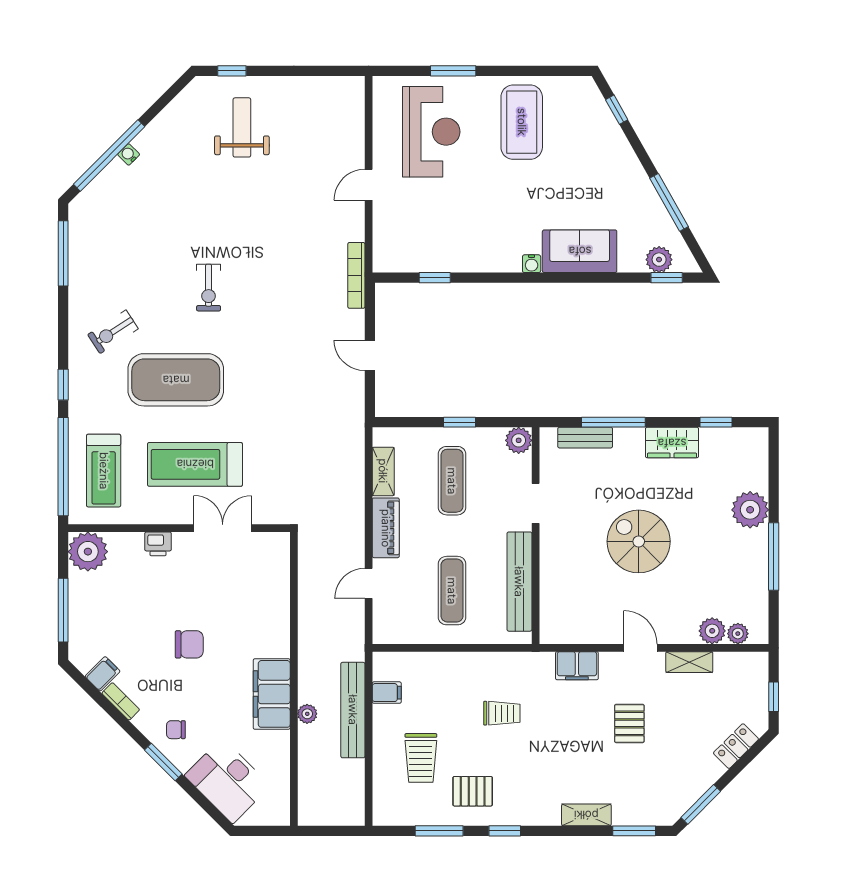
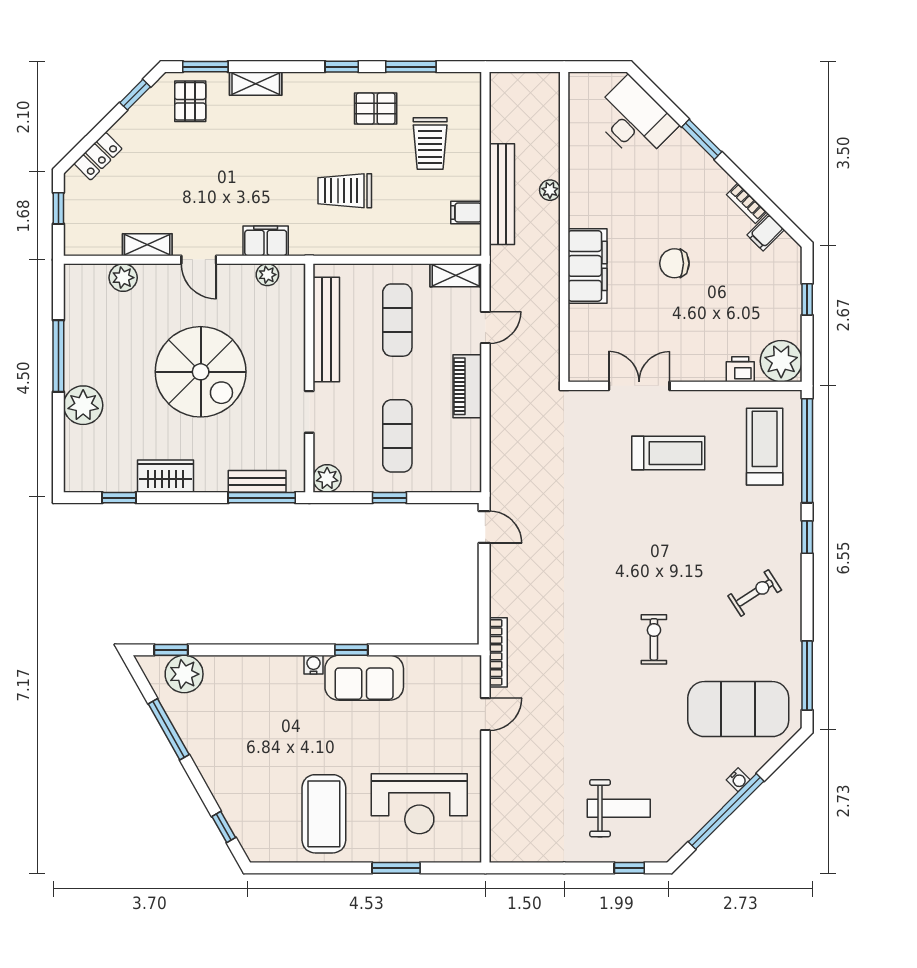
weight bench: (242, 127) -> (619, 808), turned -90
reception desk: (431, 132) -> (419, 804), turned -90
window: (109, 155) -> (726, 811), moved
door: (369, 185) -> (485, 714), moved
sofa: (580, 251) -> (364, 678), moved
plant: (659, 260) -> (184, 674), width x1.36, depth x1.36
window: (435, 278) -> (351, 650), moved
door: (370, 355) -> (484, 527), moved
exercise mat: (176, 380) -> (738, 709), moved
window: (613, 422) -> (262, 498), moved
treadmill: (195, 464) -> (668, 453), width x0.73, depth x0.73
shelving: (383, 471) -> (456, 275), moved, turned 90
double door: (223, 528) -> (639, 386), swing flipped
spiral stairs: (639, 541) -> (201, 372), width x1.37, depth x1.37
printer: (158, 544) -> (740, 369), moved
window: (63, 610) -> (807, 299), width x0.46
plant: (738, 634) -> (267, 275), moved
filing cabinet: (272, 694) -> (587, 266), moved
trolley: (502, 713) -> (345, 191), width x1.36, depth x1.39
pallet: (629, 723) -> (190, 101), moved
chair: (176, 730) -> (688, 173), removed
trolley: (421, 758) -> (430, 144), turned 180
window: (701, 804) -> (135, 95), width x0.67

